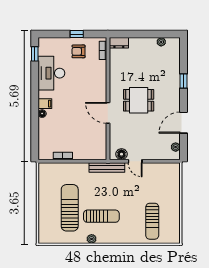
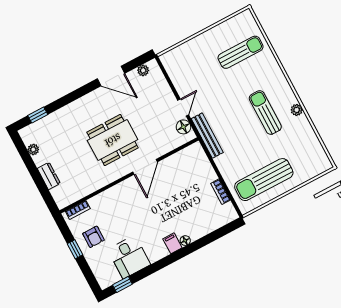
dresser: (119, 43) -> (49, 176), moved
desk: (51, 73) -> (129, 257), width x0.73
window: (183, 81) -> (38, 115), moved
dining table: (139, 100) -> (113, 140), width x1.38
sun lounger: (70, 208) -> (264, 180), moved

